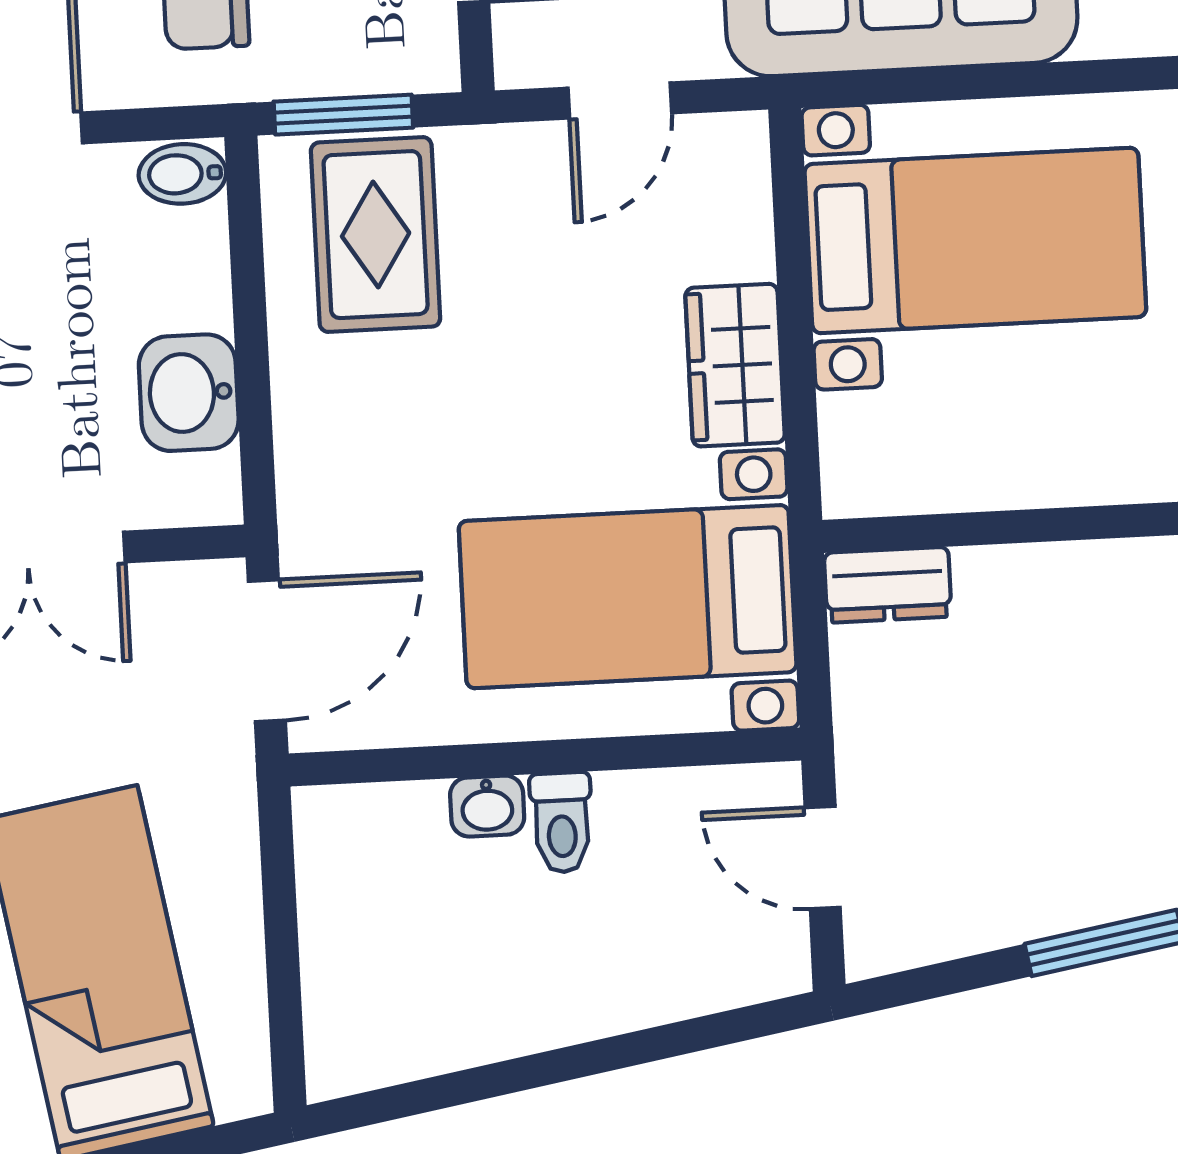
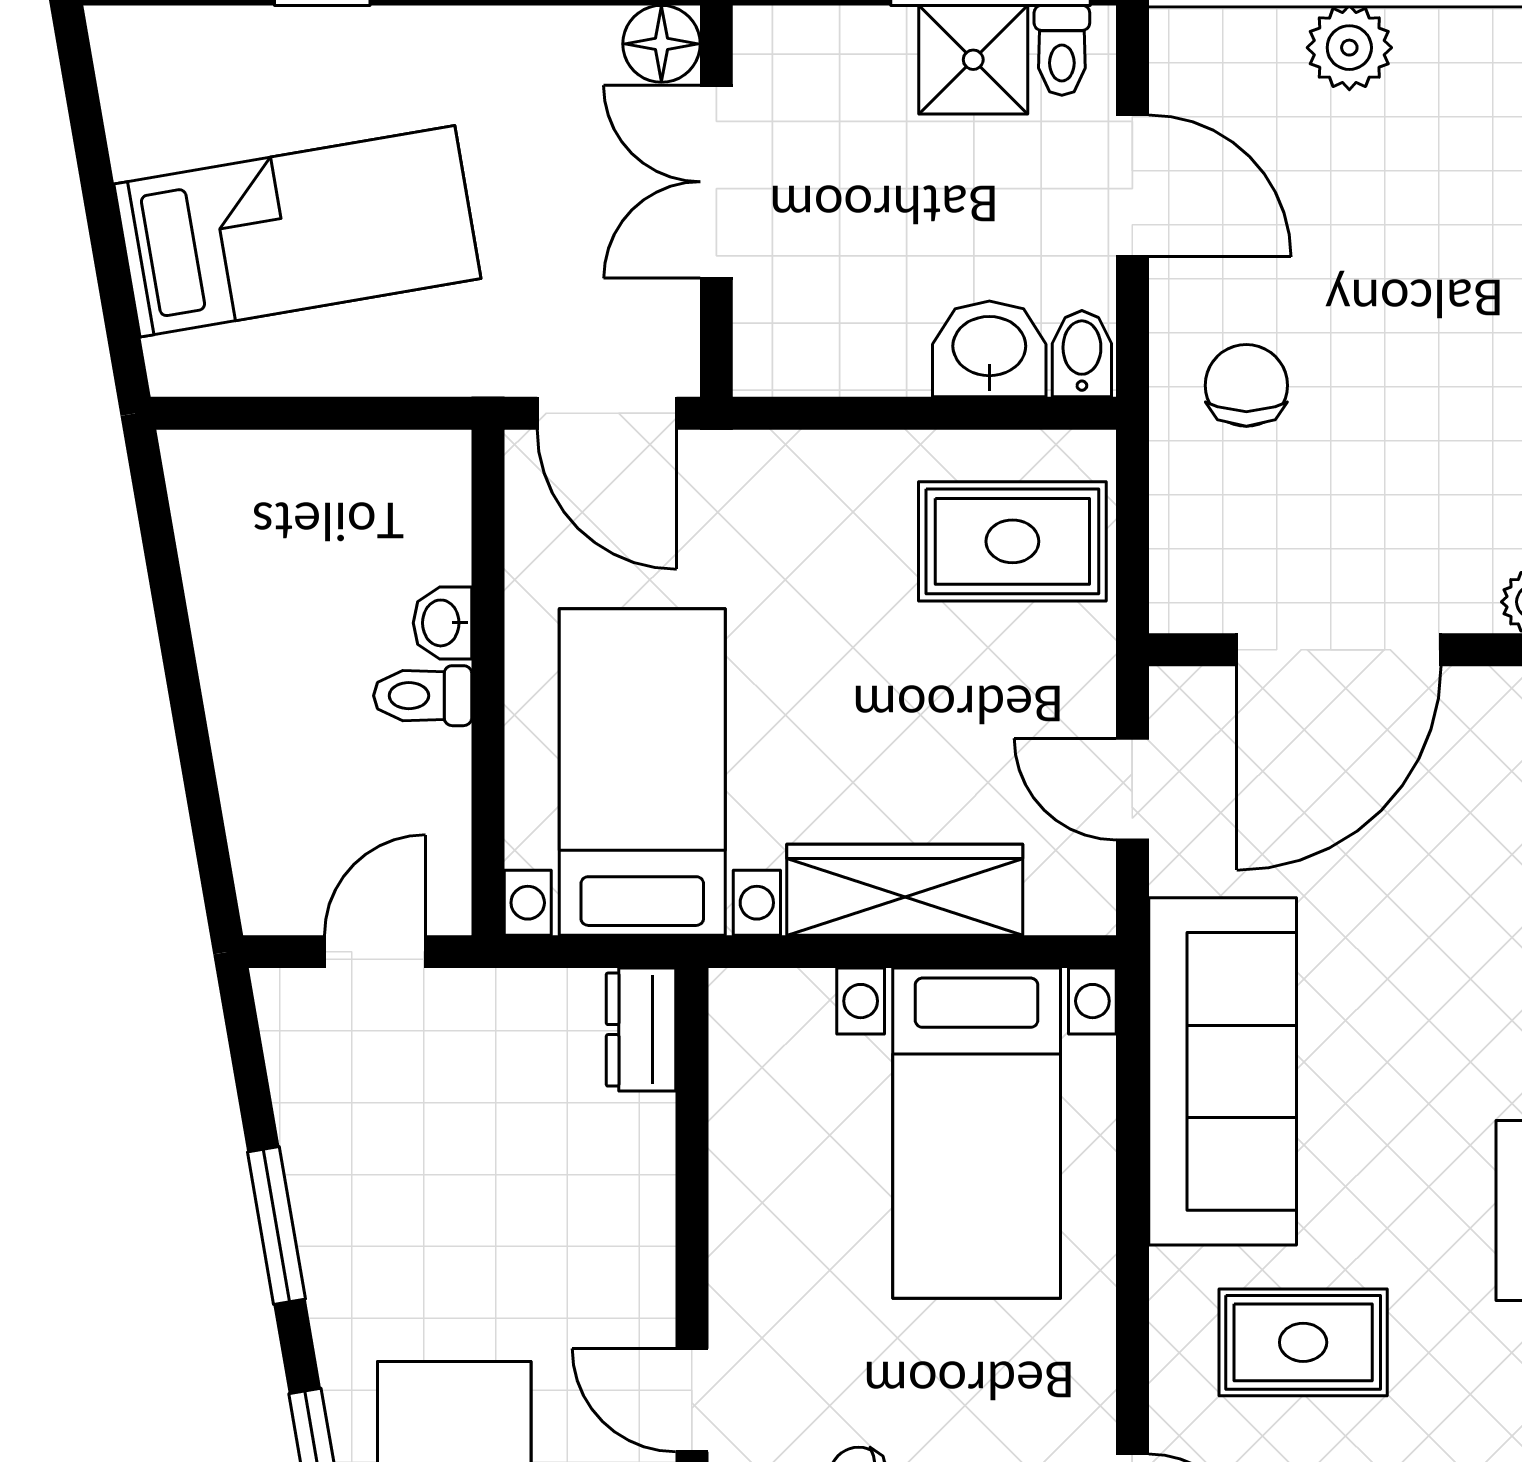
window: (343, 115) -> (1132, 516), removed
wardrobe: (735, 365) -> (905, 890), width x1.50
washbasin: (189, 393) -> (989, 349), moved

